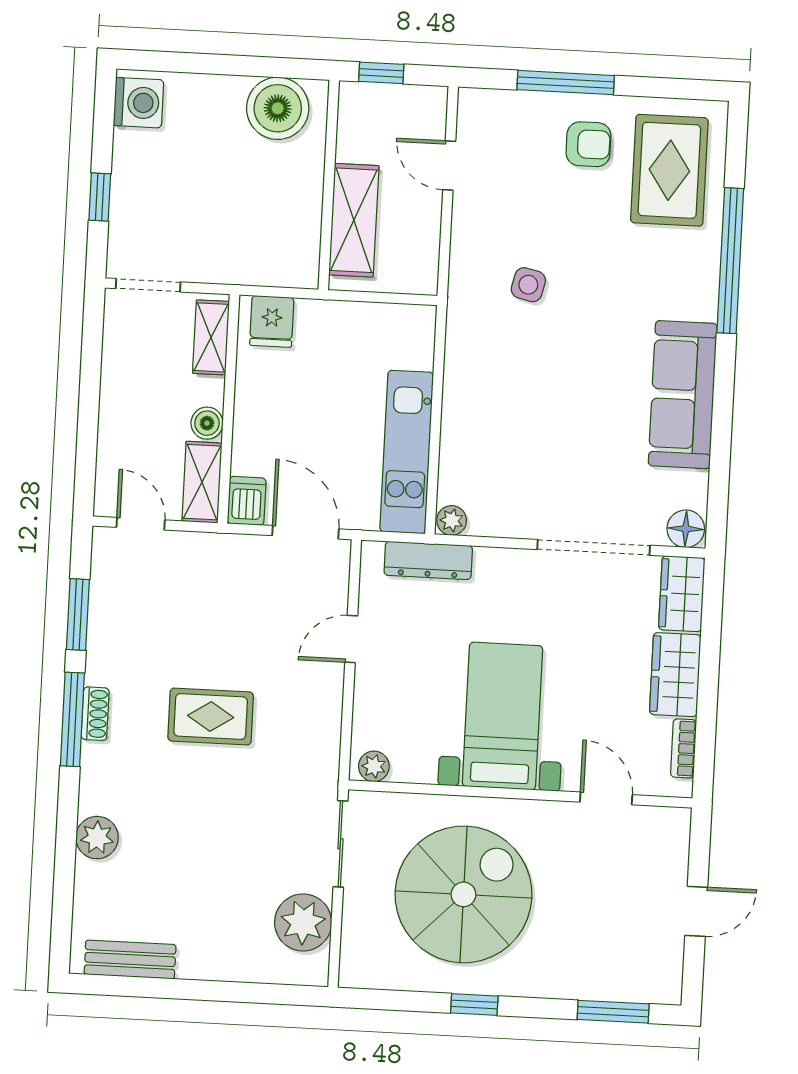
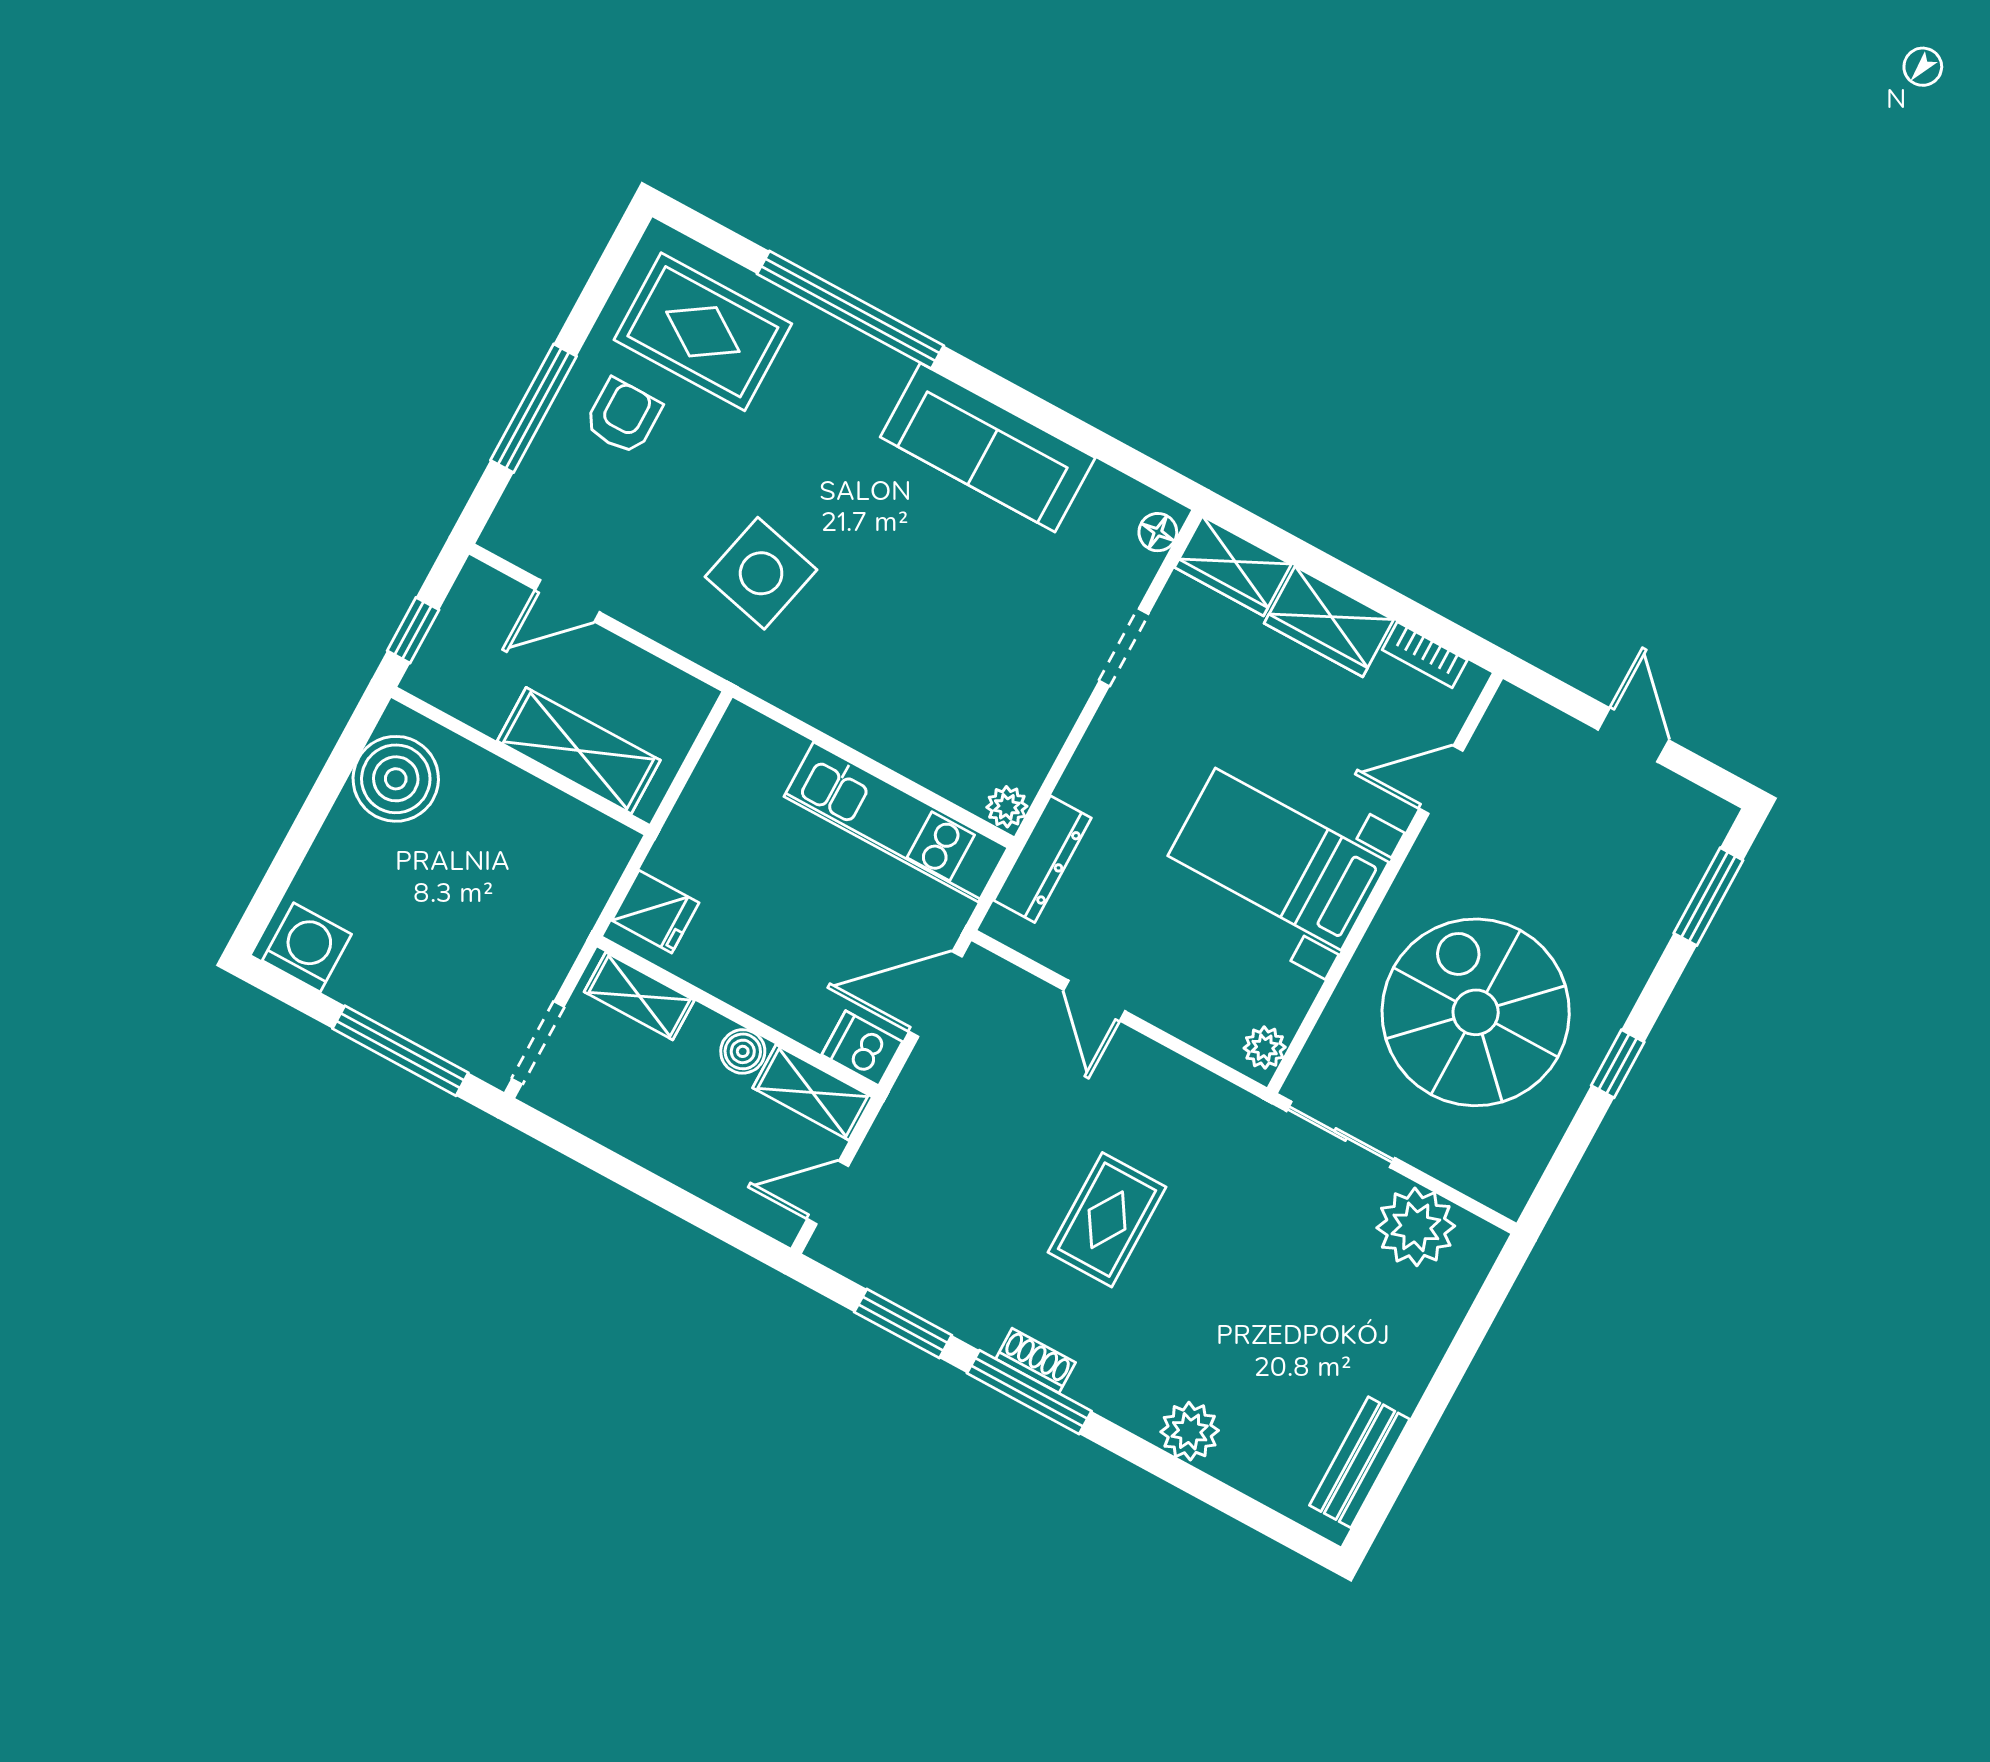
window: (100, 197) -> (400, 1051), width x2.17
side table: (528, 285) -> (761, 573), width x1.87, depth x1.87
floor lamp: (686, 529) -> (1158, 532), width x0.73, depth x0.73
doorway: (594, 547) -> (1124, 647), width x0.53

